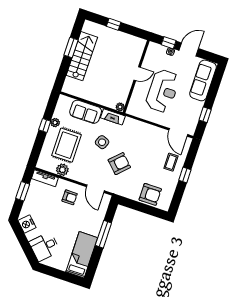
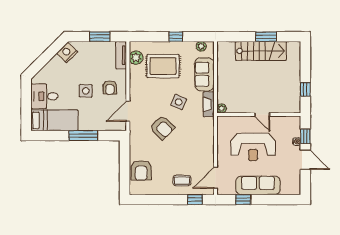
window: (114, 24) -> (305, 89), moved
sofa: (203, 80) -> (258, 185), moved
plant: (55, 123) -> (201, 46), moved
plant: (62, 170) -> (136, 58), moved
window: (185, 175) -> (195, 200), moved
side table: (65, 219) -> (86, 91), added
desk: (45, 247) -> (44, 96), moved, turned -45

